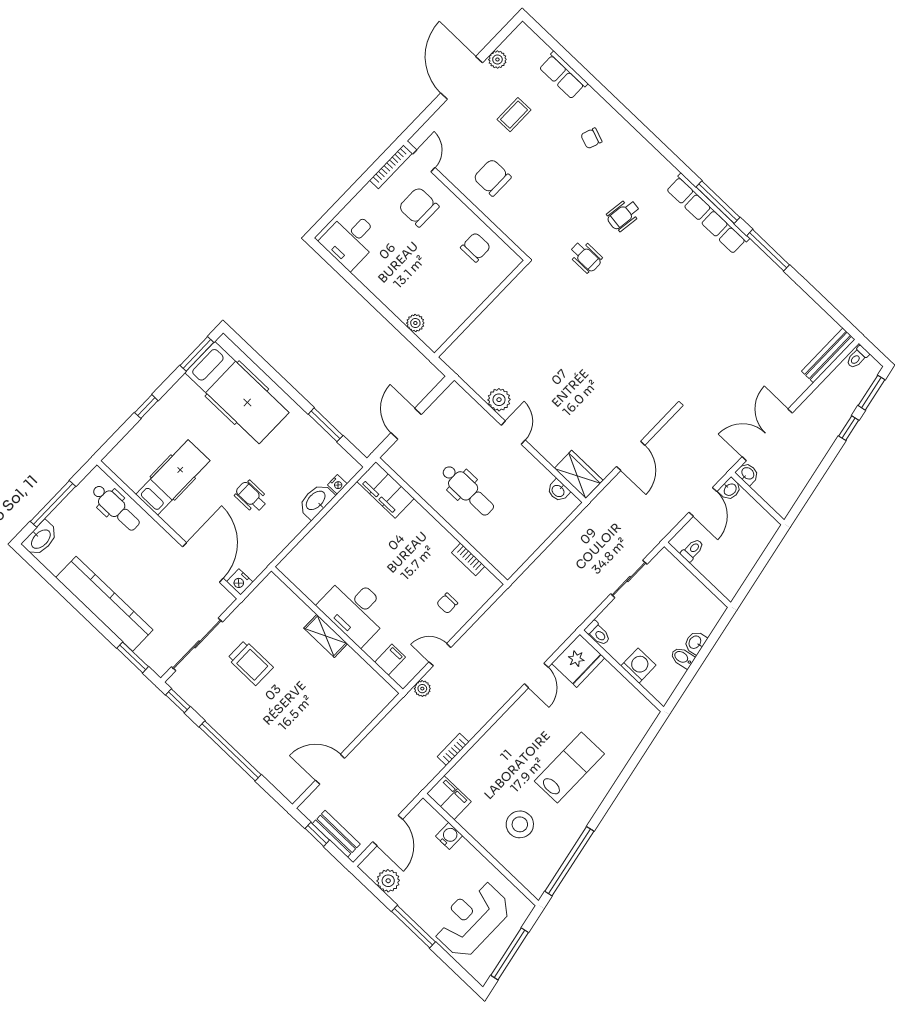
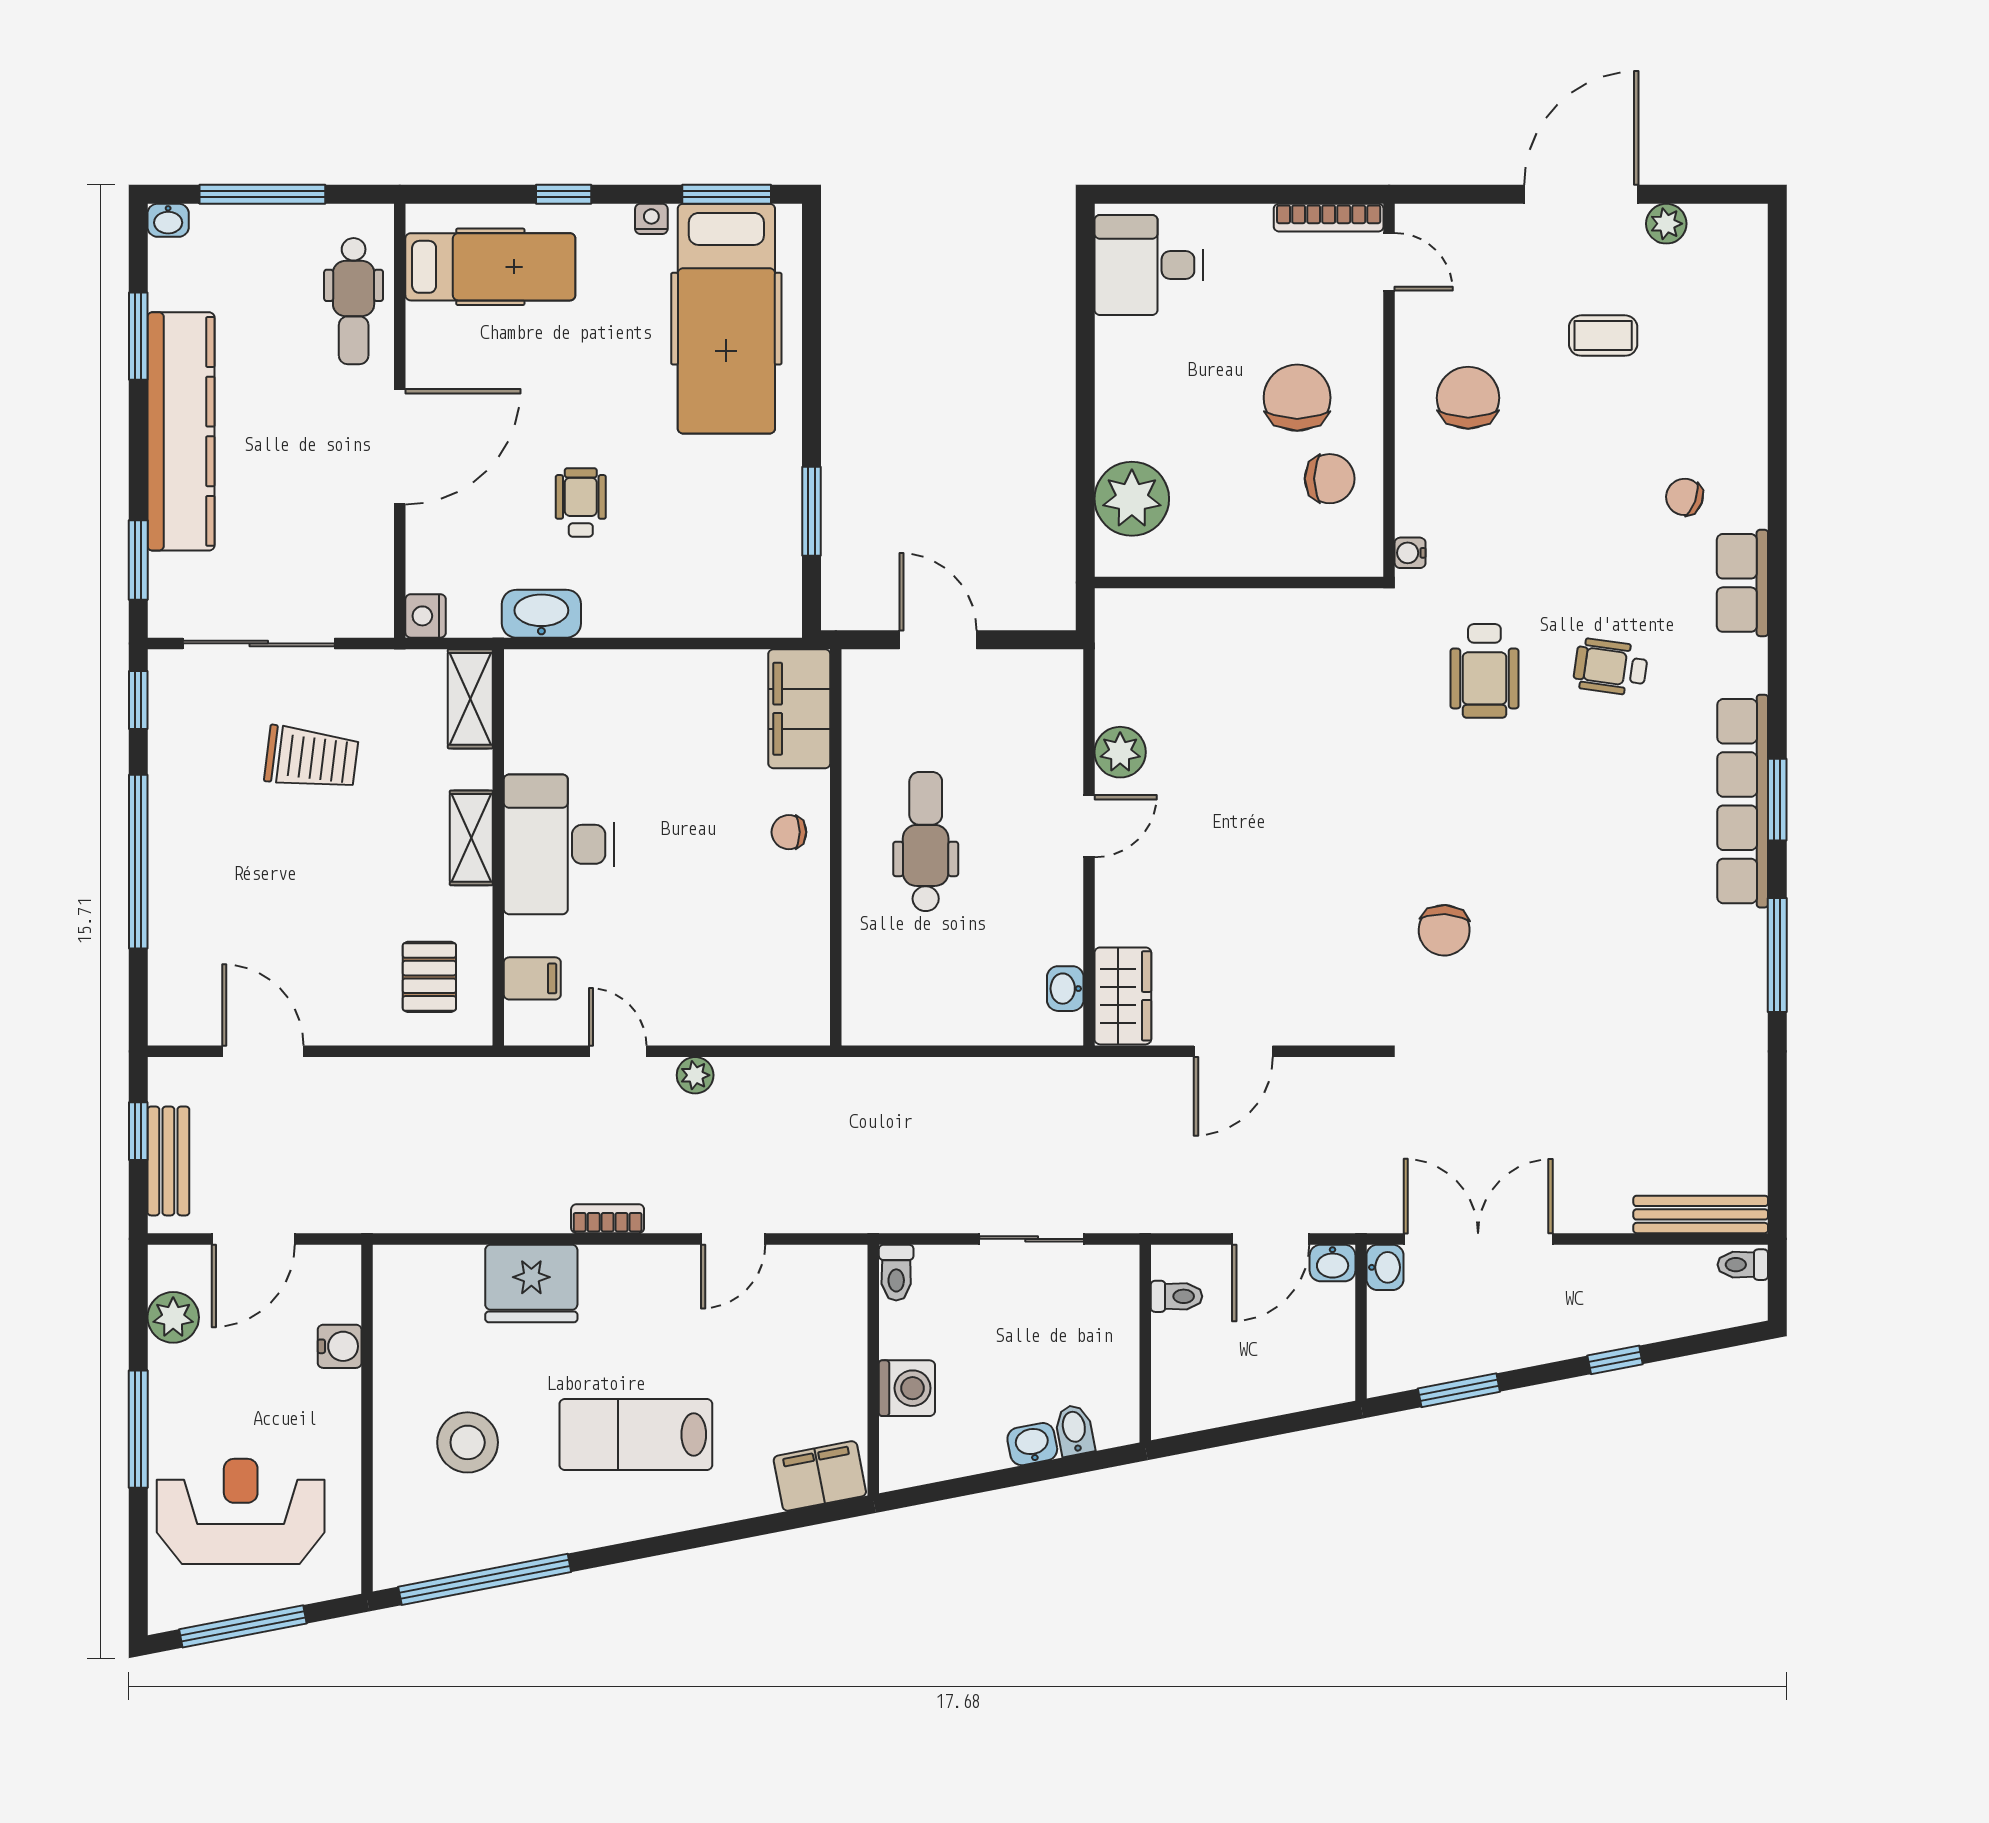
row of seats: (563, 75) -> (1742, 583), moved
door: (424, 161) -> (1389, 262), hinge flipped
window: (718, 202) -> (1777, 800), width x0.69
chair: (419, 207) -> (1297, 398), moved
water cooler: (524, 244) -> (1410, 553), added
wheelchair: (586, 257) -> (1484, 671), width x1.36, depth x1.37
plant: (415, 323) -> (1132, 499), width x1.88, depth x1.88
chair: (657, 350) -> (1444, 930), added
window: (871, 393) -> (1459, 1390), moved
door: (406, 424) -> (938, 640), hinge flipped
hospital bed: (173, 477) -> (490, 267), moved
nightstand: (337, 484) -> (651, 219), moved, turned 180
dental chair: (468, 490) -> (926, 842), turned 180
washbasin: (316, 501) -> (541, 614), moved
washbasin: (40, 539) -> (168, 220), width x0.52, depth x0.69
bookcase: (468, 559) -> (815, 949), removed
door: (203, 562) -> (400, 447), moved
window: (60, 588) -> (138, 336), added
shelving: (280, 593) -> (470, 699), added
chair: (447, 603) -> (789, 832), moved
bidet: (683, 658) -> (1074, 1430), moved
fridge: (578, 661) -> (531, 1283), moved
trolley: (250, 663) -> (311, 758), turned -83
plant: (422, 689) -> (695, 1075), moved
pallet: (358, 692) -> (429, 977), added
bookcase: (453, 749) -> (608, 1219), moved
lab bench: (569, 768) -> (636, 1434), turned 180
filing cabinet: (449, 798) -> (820, 1476), moved, turned -101

